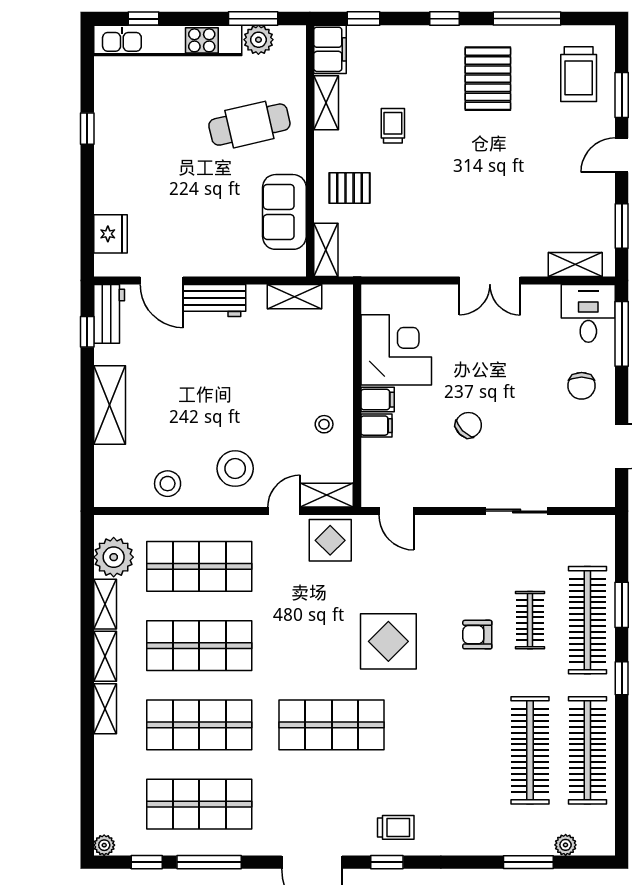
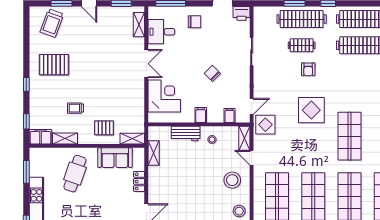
window: (527, 19) -> (26, 47), removed
plant: (258, 40) -> (36, 169), removed
trolley: (579, 74) -> (52, 23), turned 110
cafe table: (249, 125) -> (75, 174), turned 32
pallet: (350, 188) -> (104, 128), turned 90
locker: (232, 265) -> (139, 181), added
workbench: (214, 301) -> (186, 134), moved, turned 90
desk: (588, 313) -> (161, 32), moved
corner desk: (396, 350) -> (164, 96), moved, turned 90
filing cabinet: (377, 426) -> (230, 115), moved
printer: (600, 489) -> (241, 13), added
display table: (330, 540) -> (265, 125), moved

